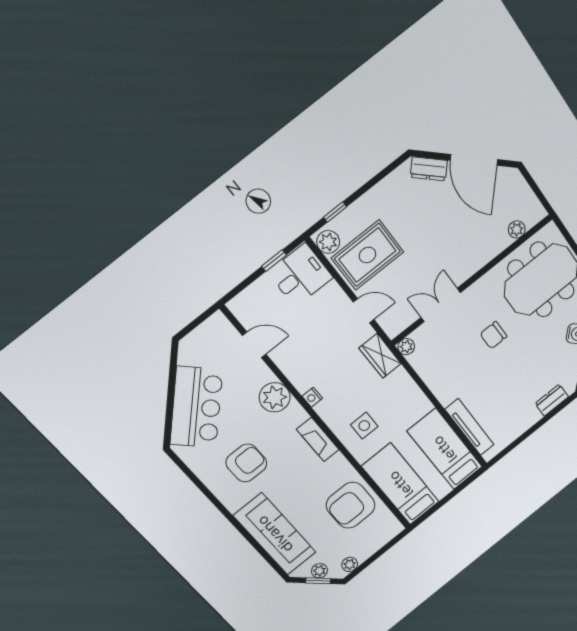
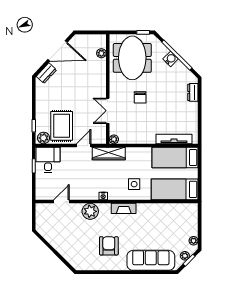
wardrobe: (380, 356) -> (109, 154), width x1.50
bar counter: (196, 407) -> (68, 246), removed
armchair: (351, 505) -> (166, 218), removed

